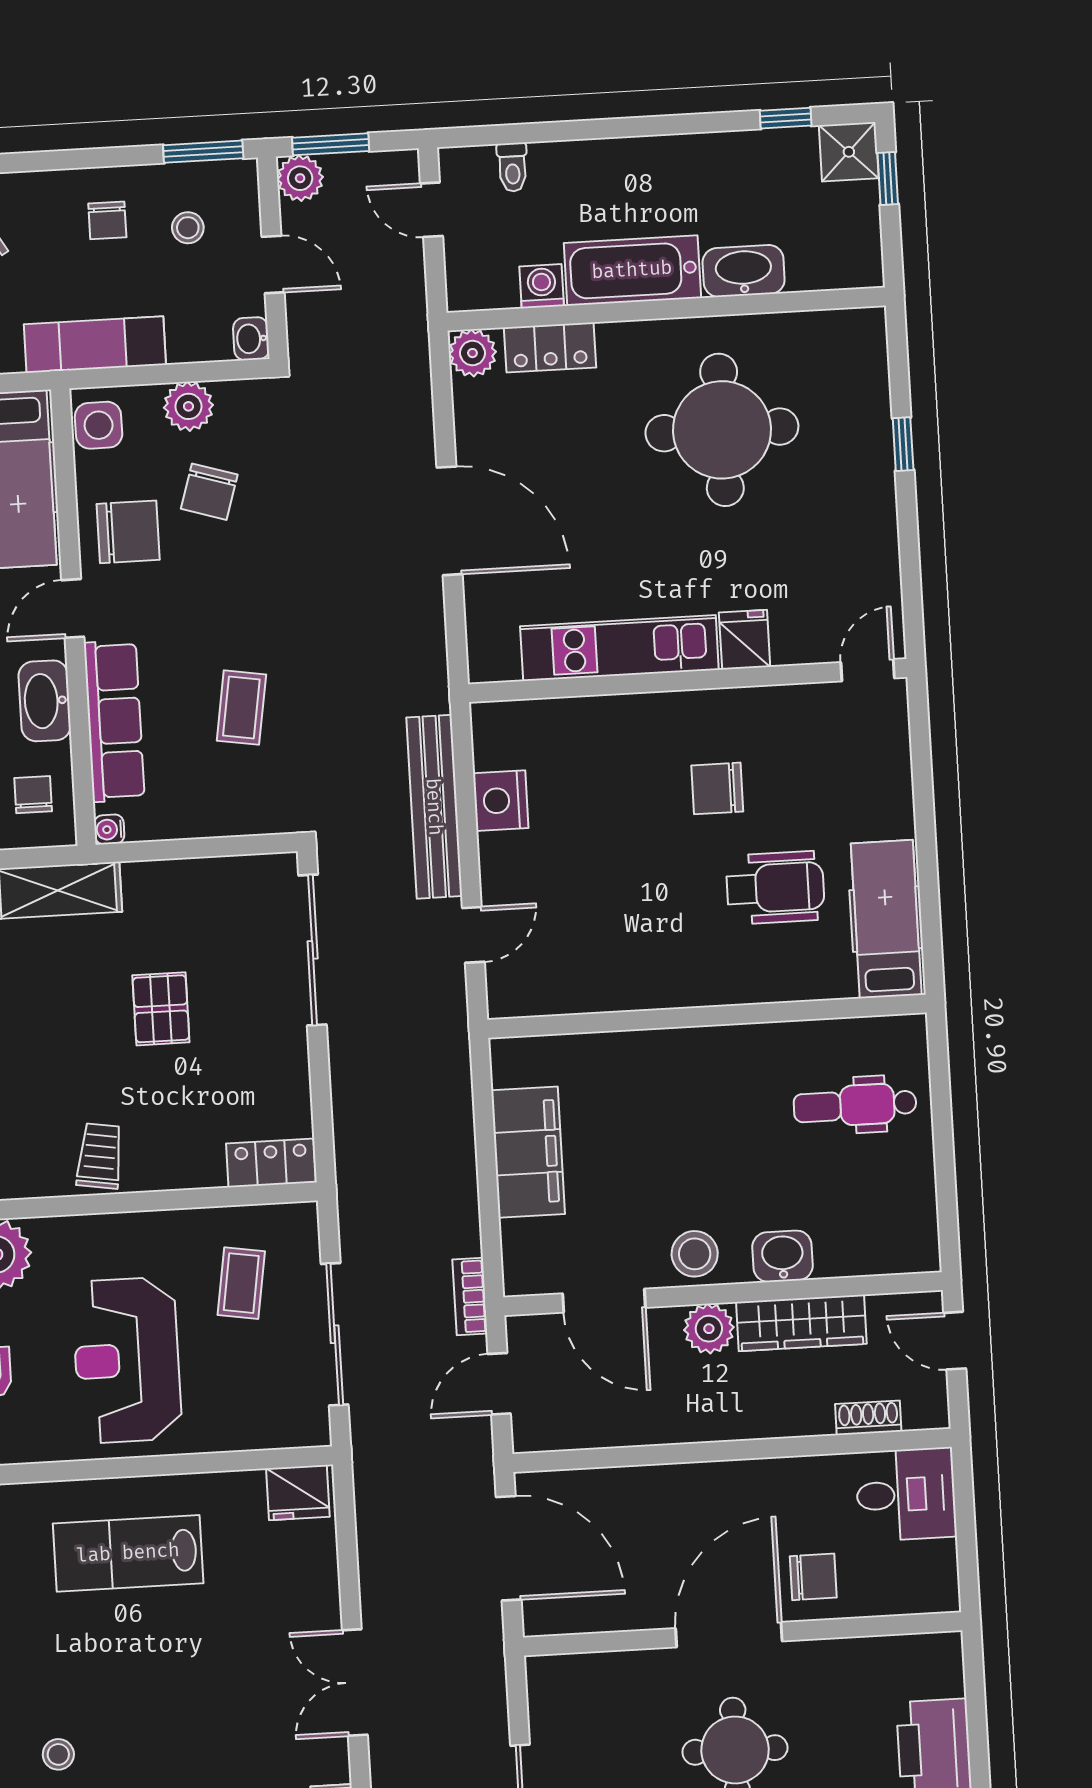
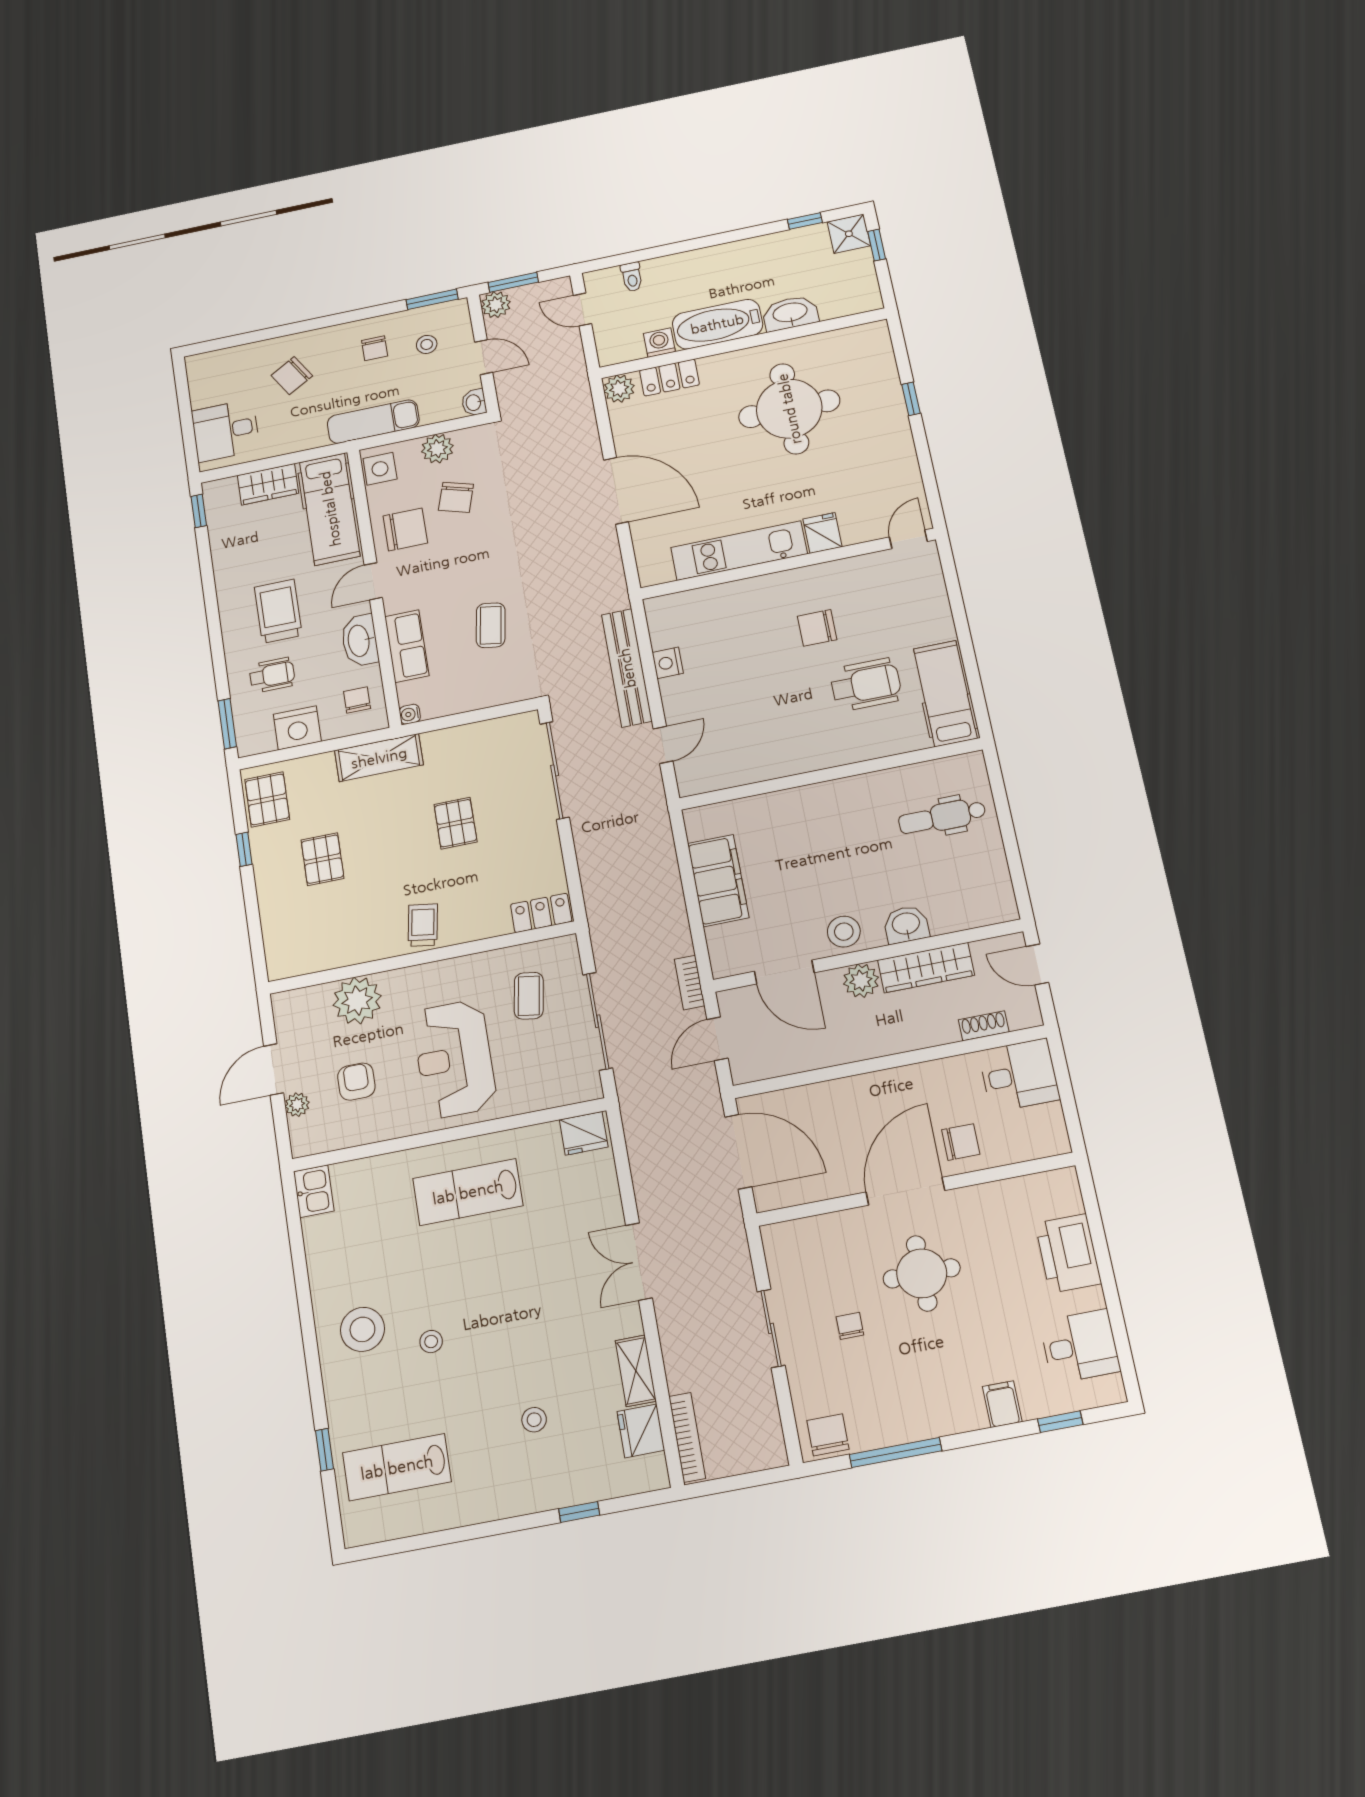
row of seats: (114, 721) -> (407, 646), width x0.68
nightstand: (501, 801) -> (668, 663), width x0.74, depth x0.75

